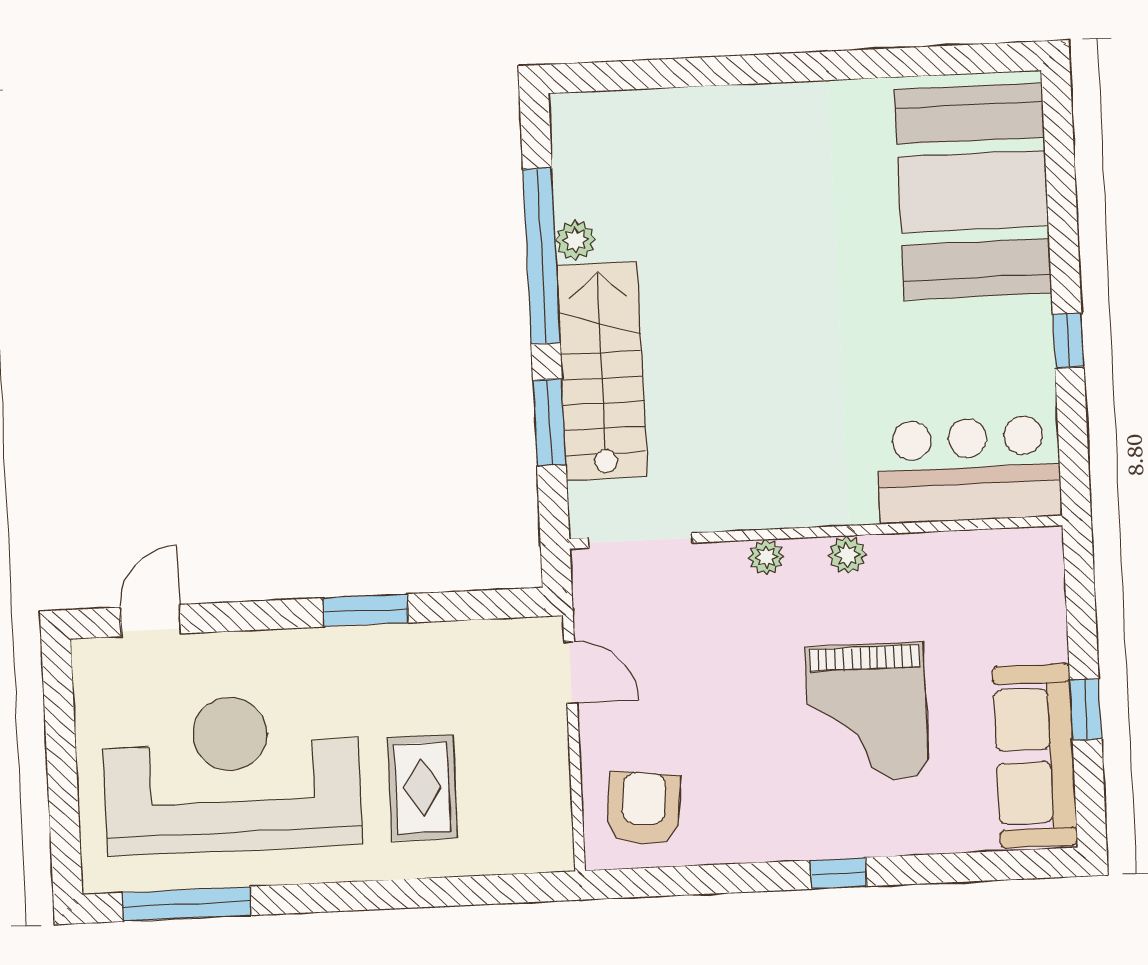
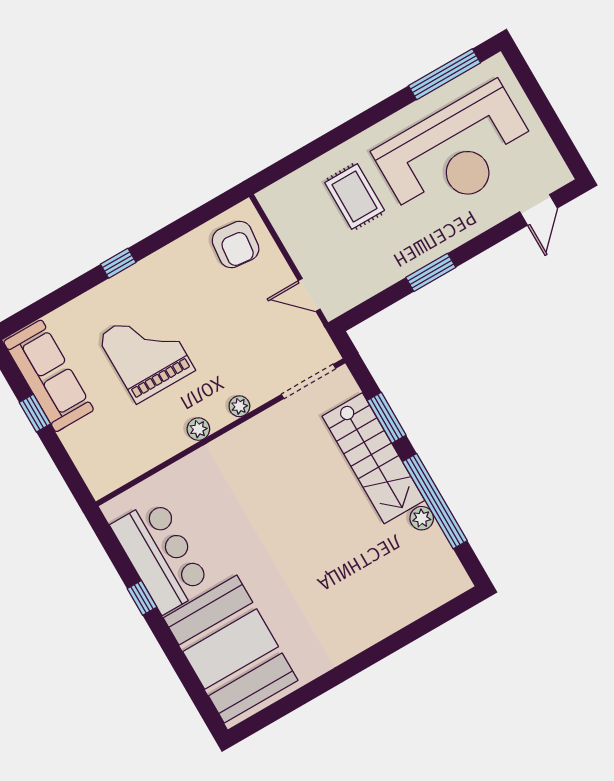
bar counter: (969, 470) -> (161, 556), moved, turned -90

